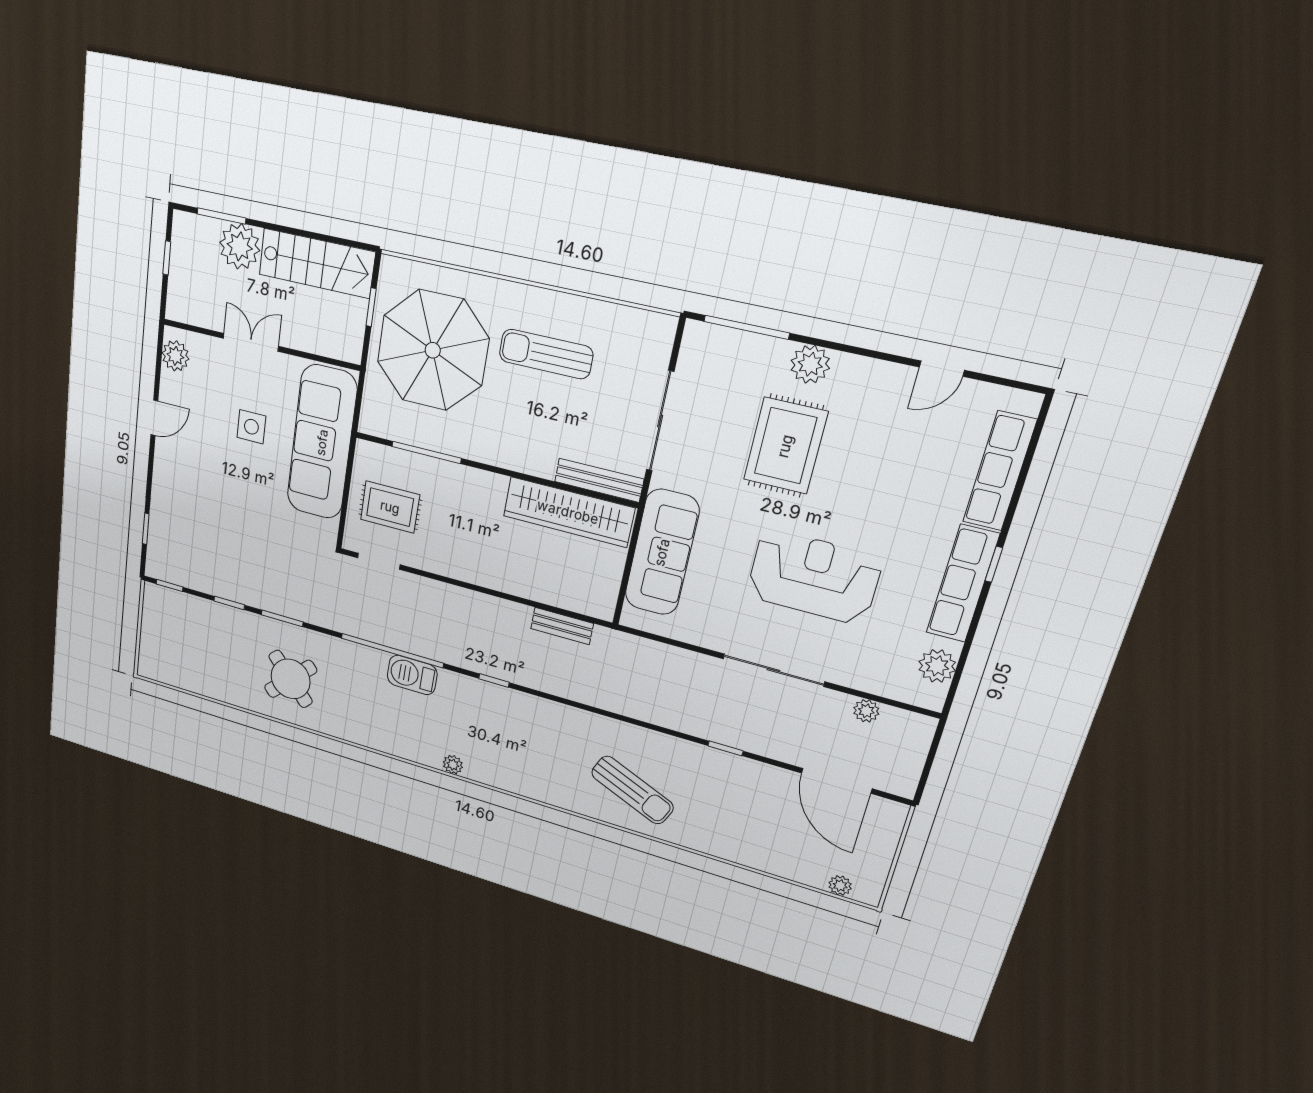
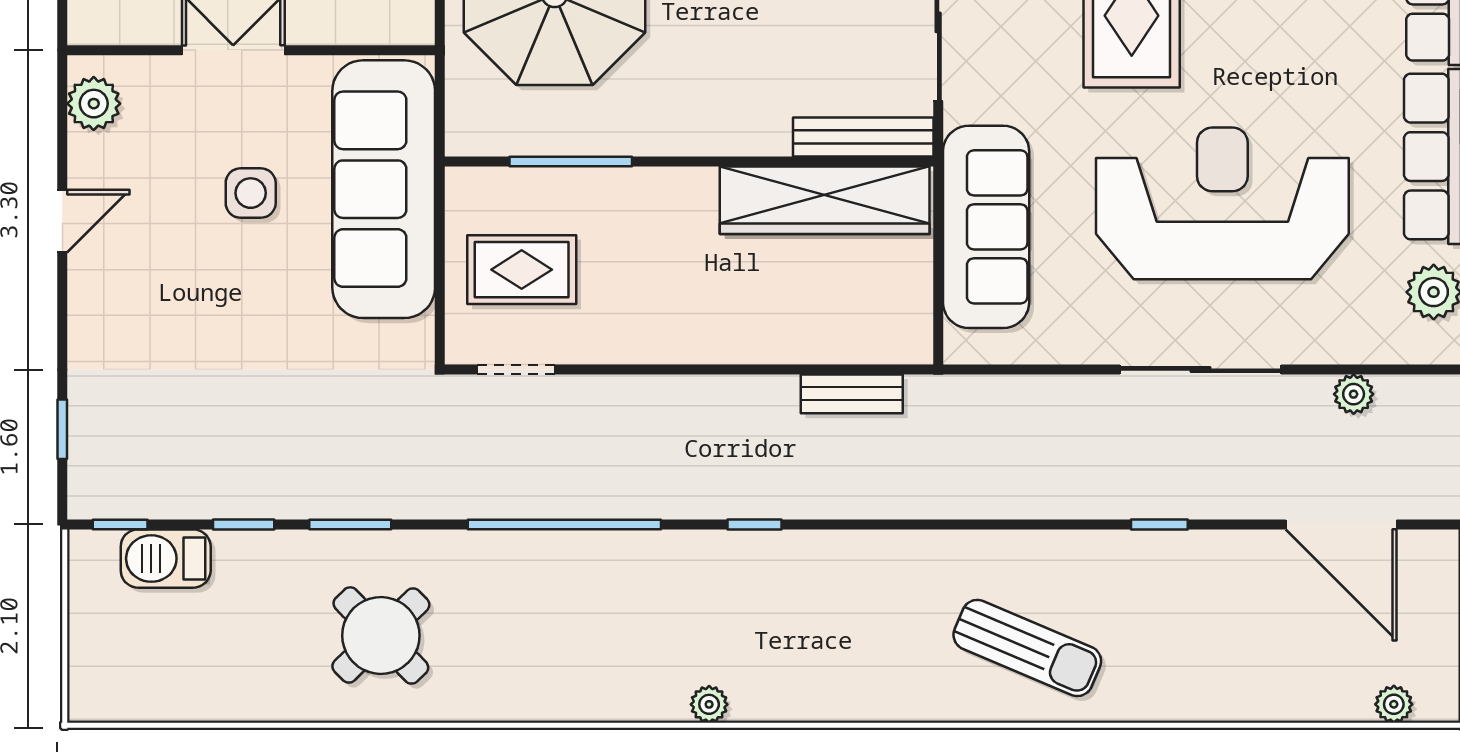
reception desk: (814, 577) -> (1222, 203), width x1.36, depth x1.30
barbecue: (412, 675) -> (166, 559), moved

